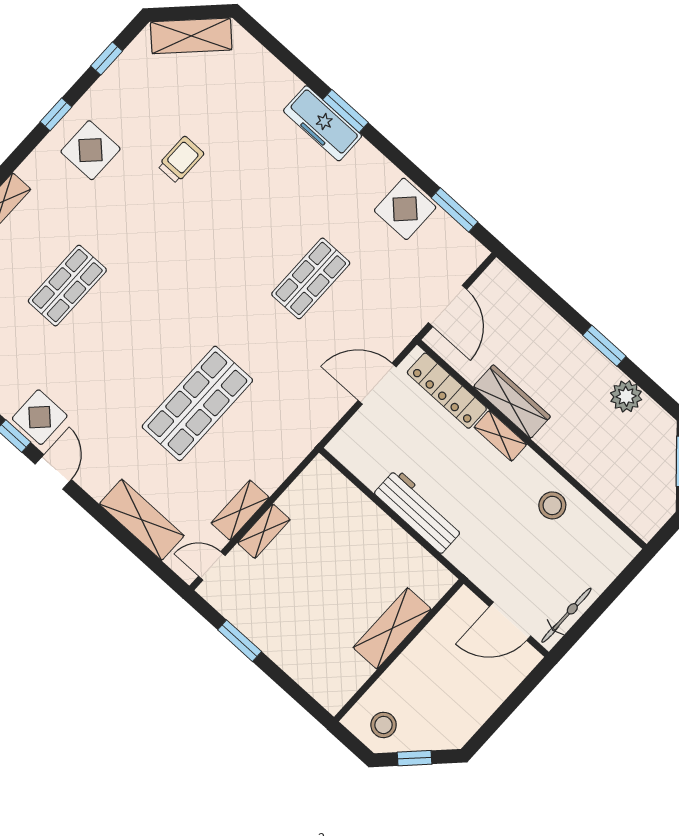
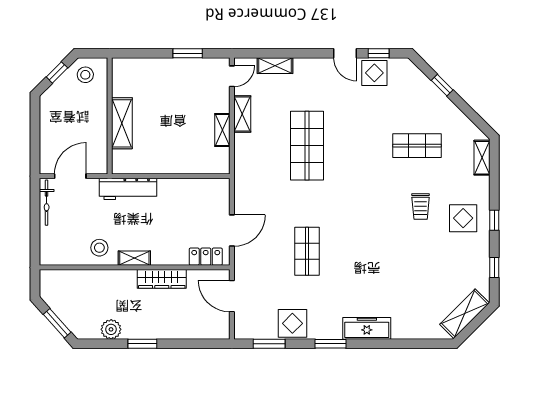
window: (346, 111) -> (331, 344), moved
trolley: (181, 160) -> (421, 206), moved
shop shelf: (67, 286) -> (417, 146), turned 90
locker: (447, 391) -> (206, 257), width x0.66
shelving: (500, 436) -> (134, 258), moved
workbench: (419, 511) -> (128, 189), moved
shelving: (142, 520) -> (275, 66), width x0.67, depth x0.75
shelving: (264, 531) -> (222, 130), moved

